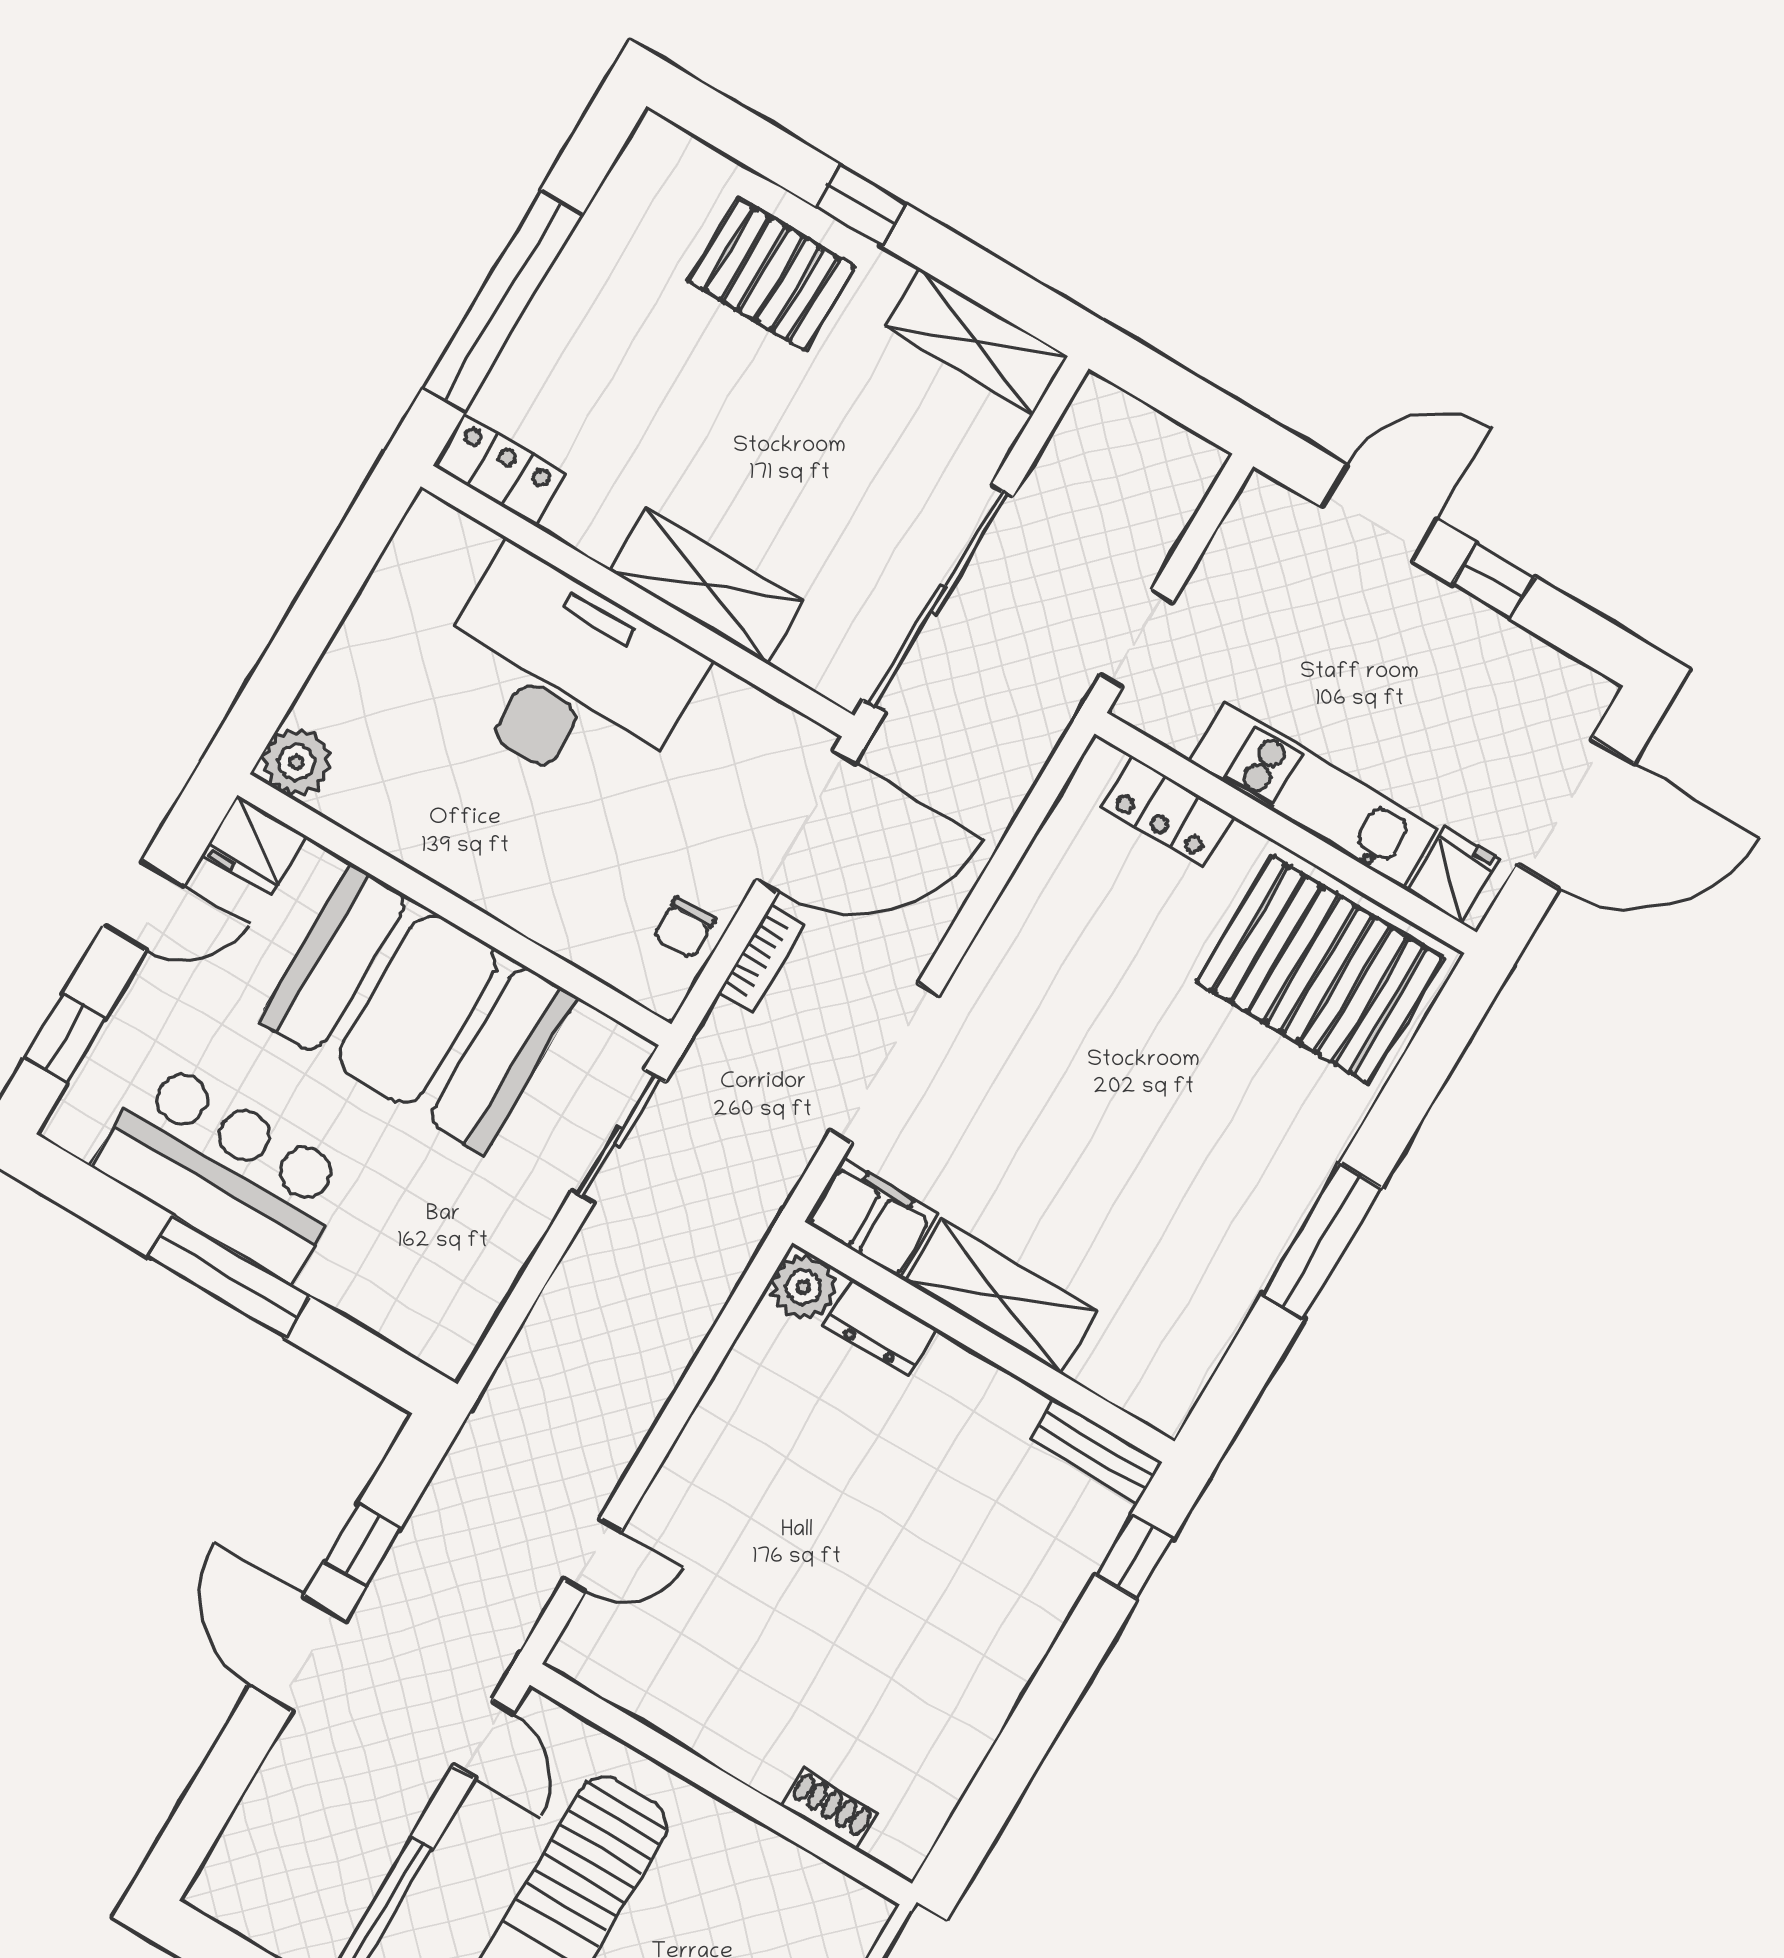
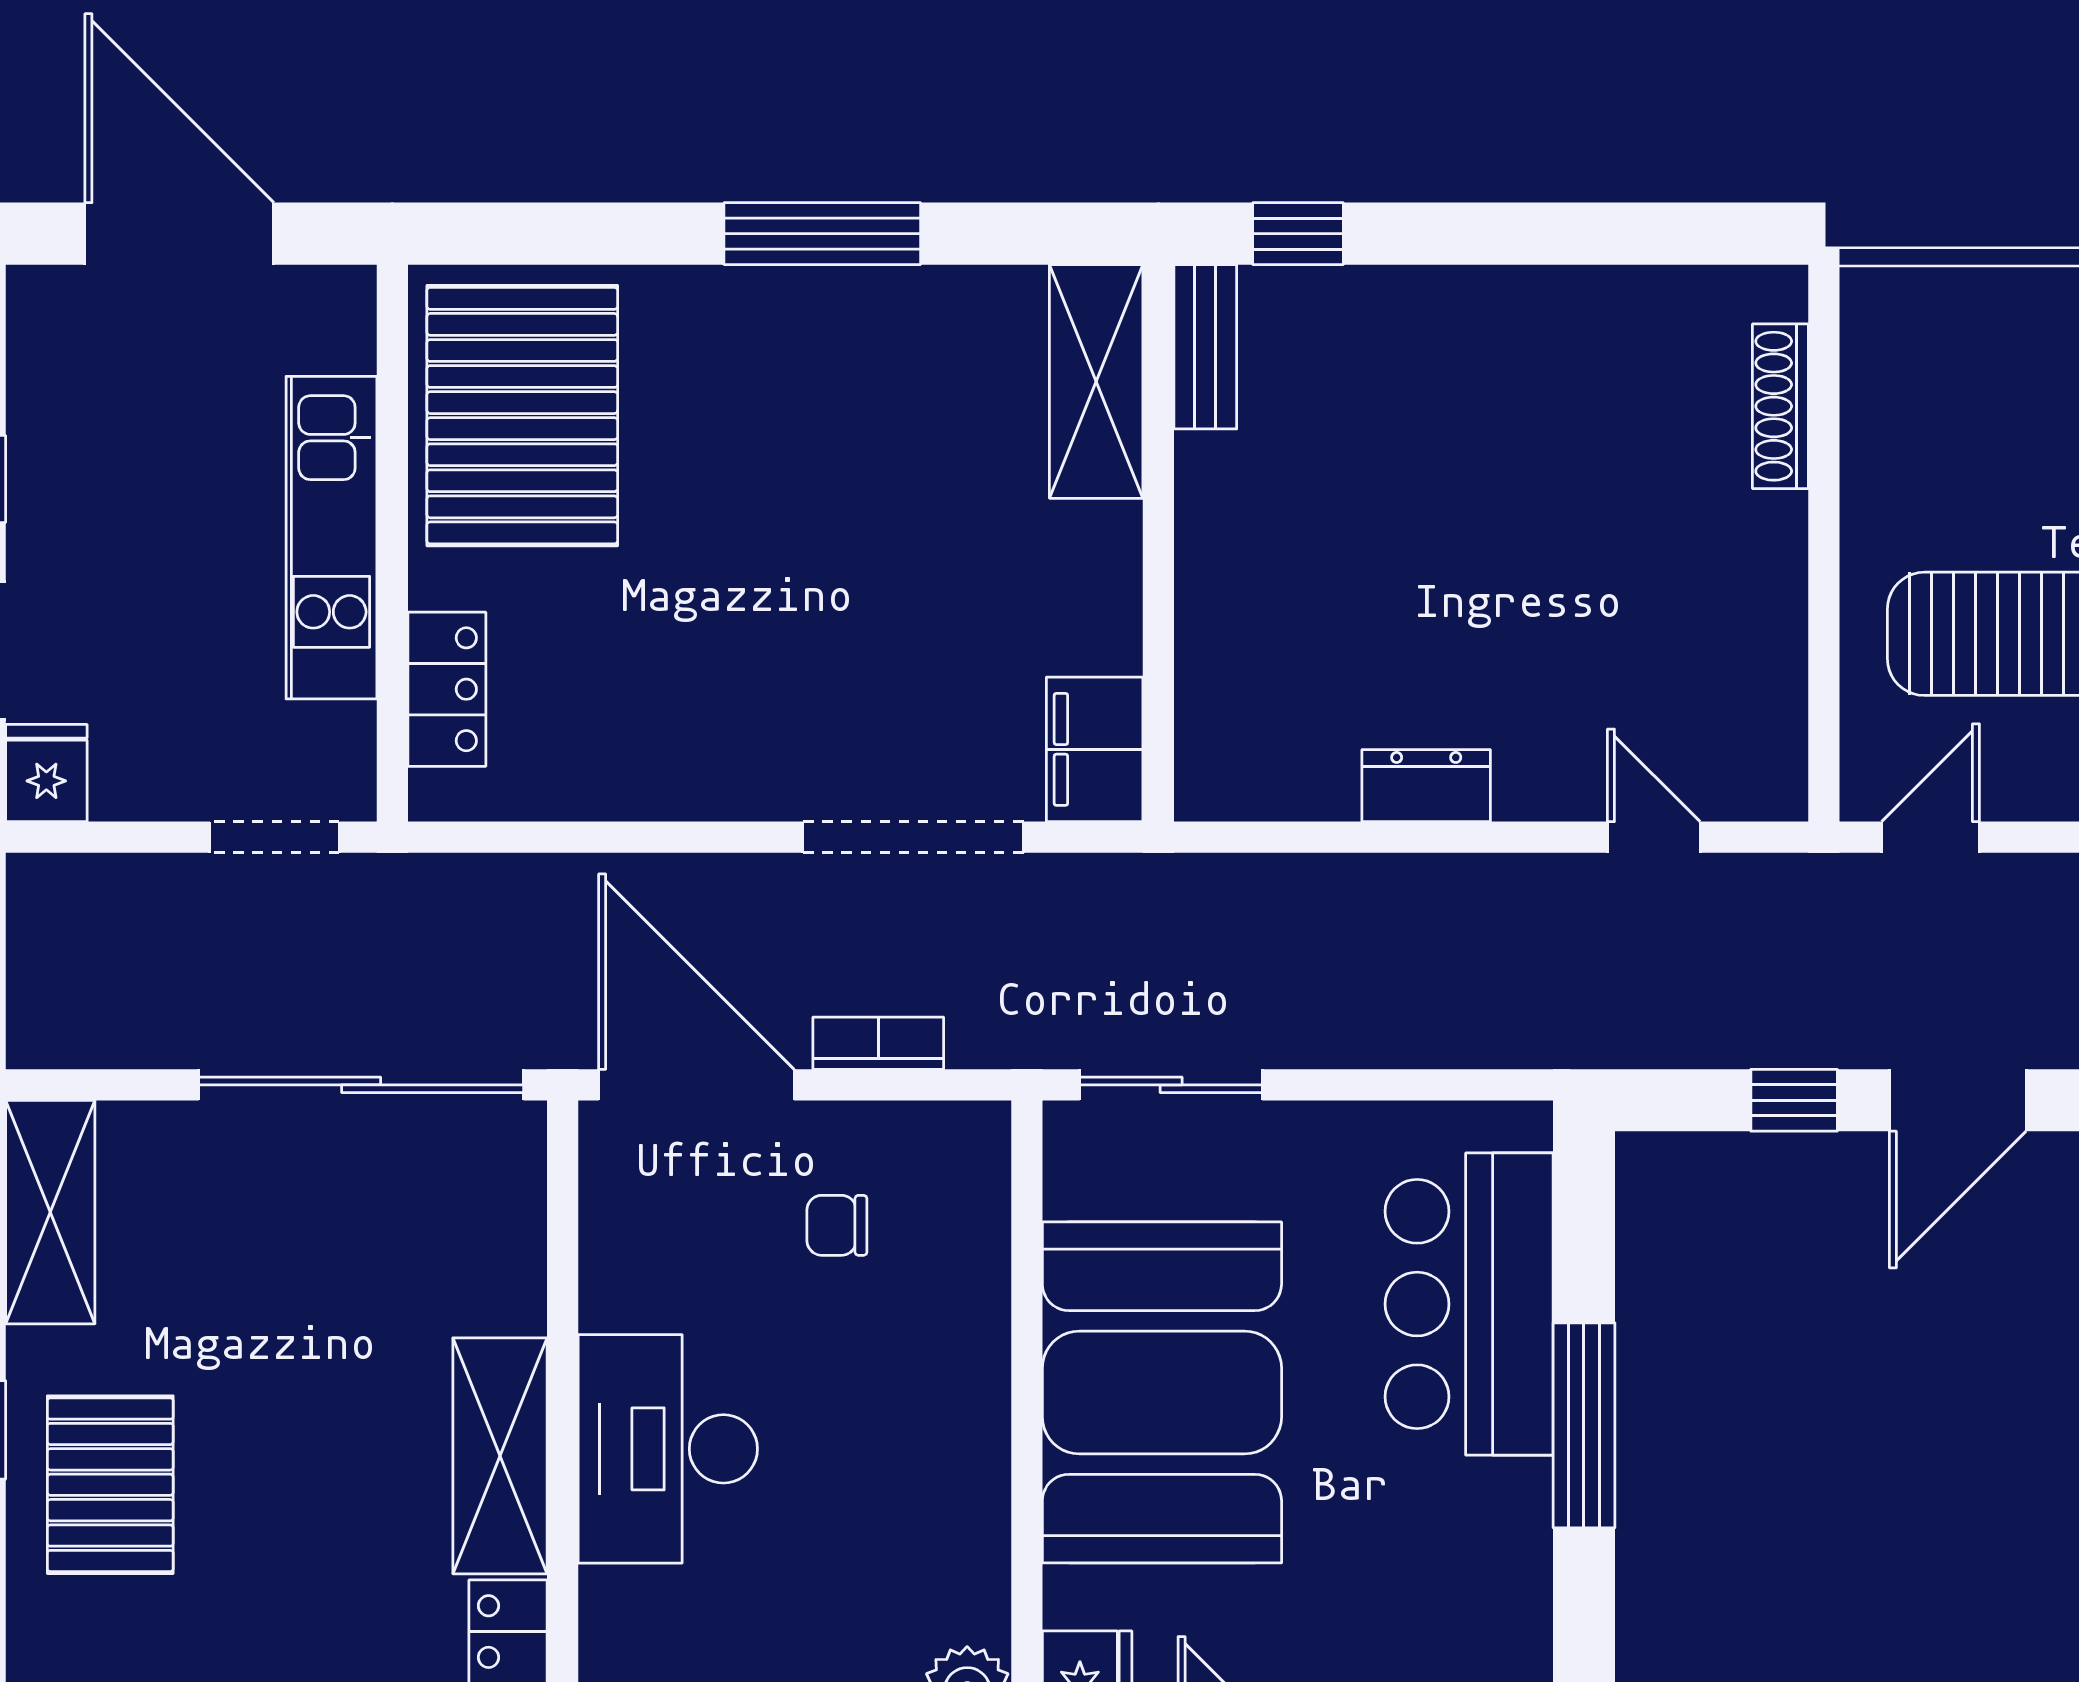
shelving: (707, 586) -> (500, 1456), moved
desk: (565, 676) -> (668, 1449), width x0.73, depth x0.77
fridge: (1453, 875) -> (46, 773), moved, turned 90
chair: (684, 928) -> (837, 1225), moved, turned 180
bar counter: (224, 1170) -> (1469, 1304), moved
plant: (804, 1287) -> (1216, 780), removed
shelving: (1001, 1296) -> (1096, 381), moved
dresser: (881, 1327) -> (1426, 786), moved, turned -90
shoe rack: (829, 1809) -> (1780, 406), width x1.43

